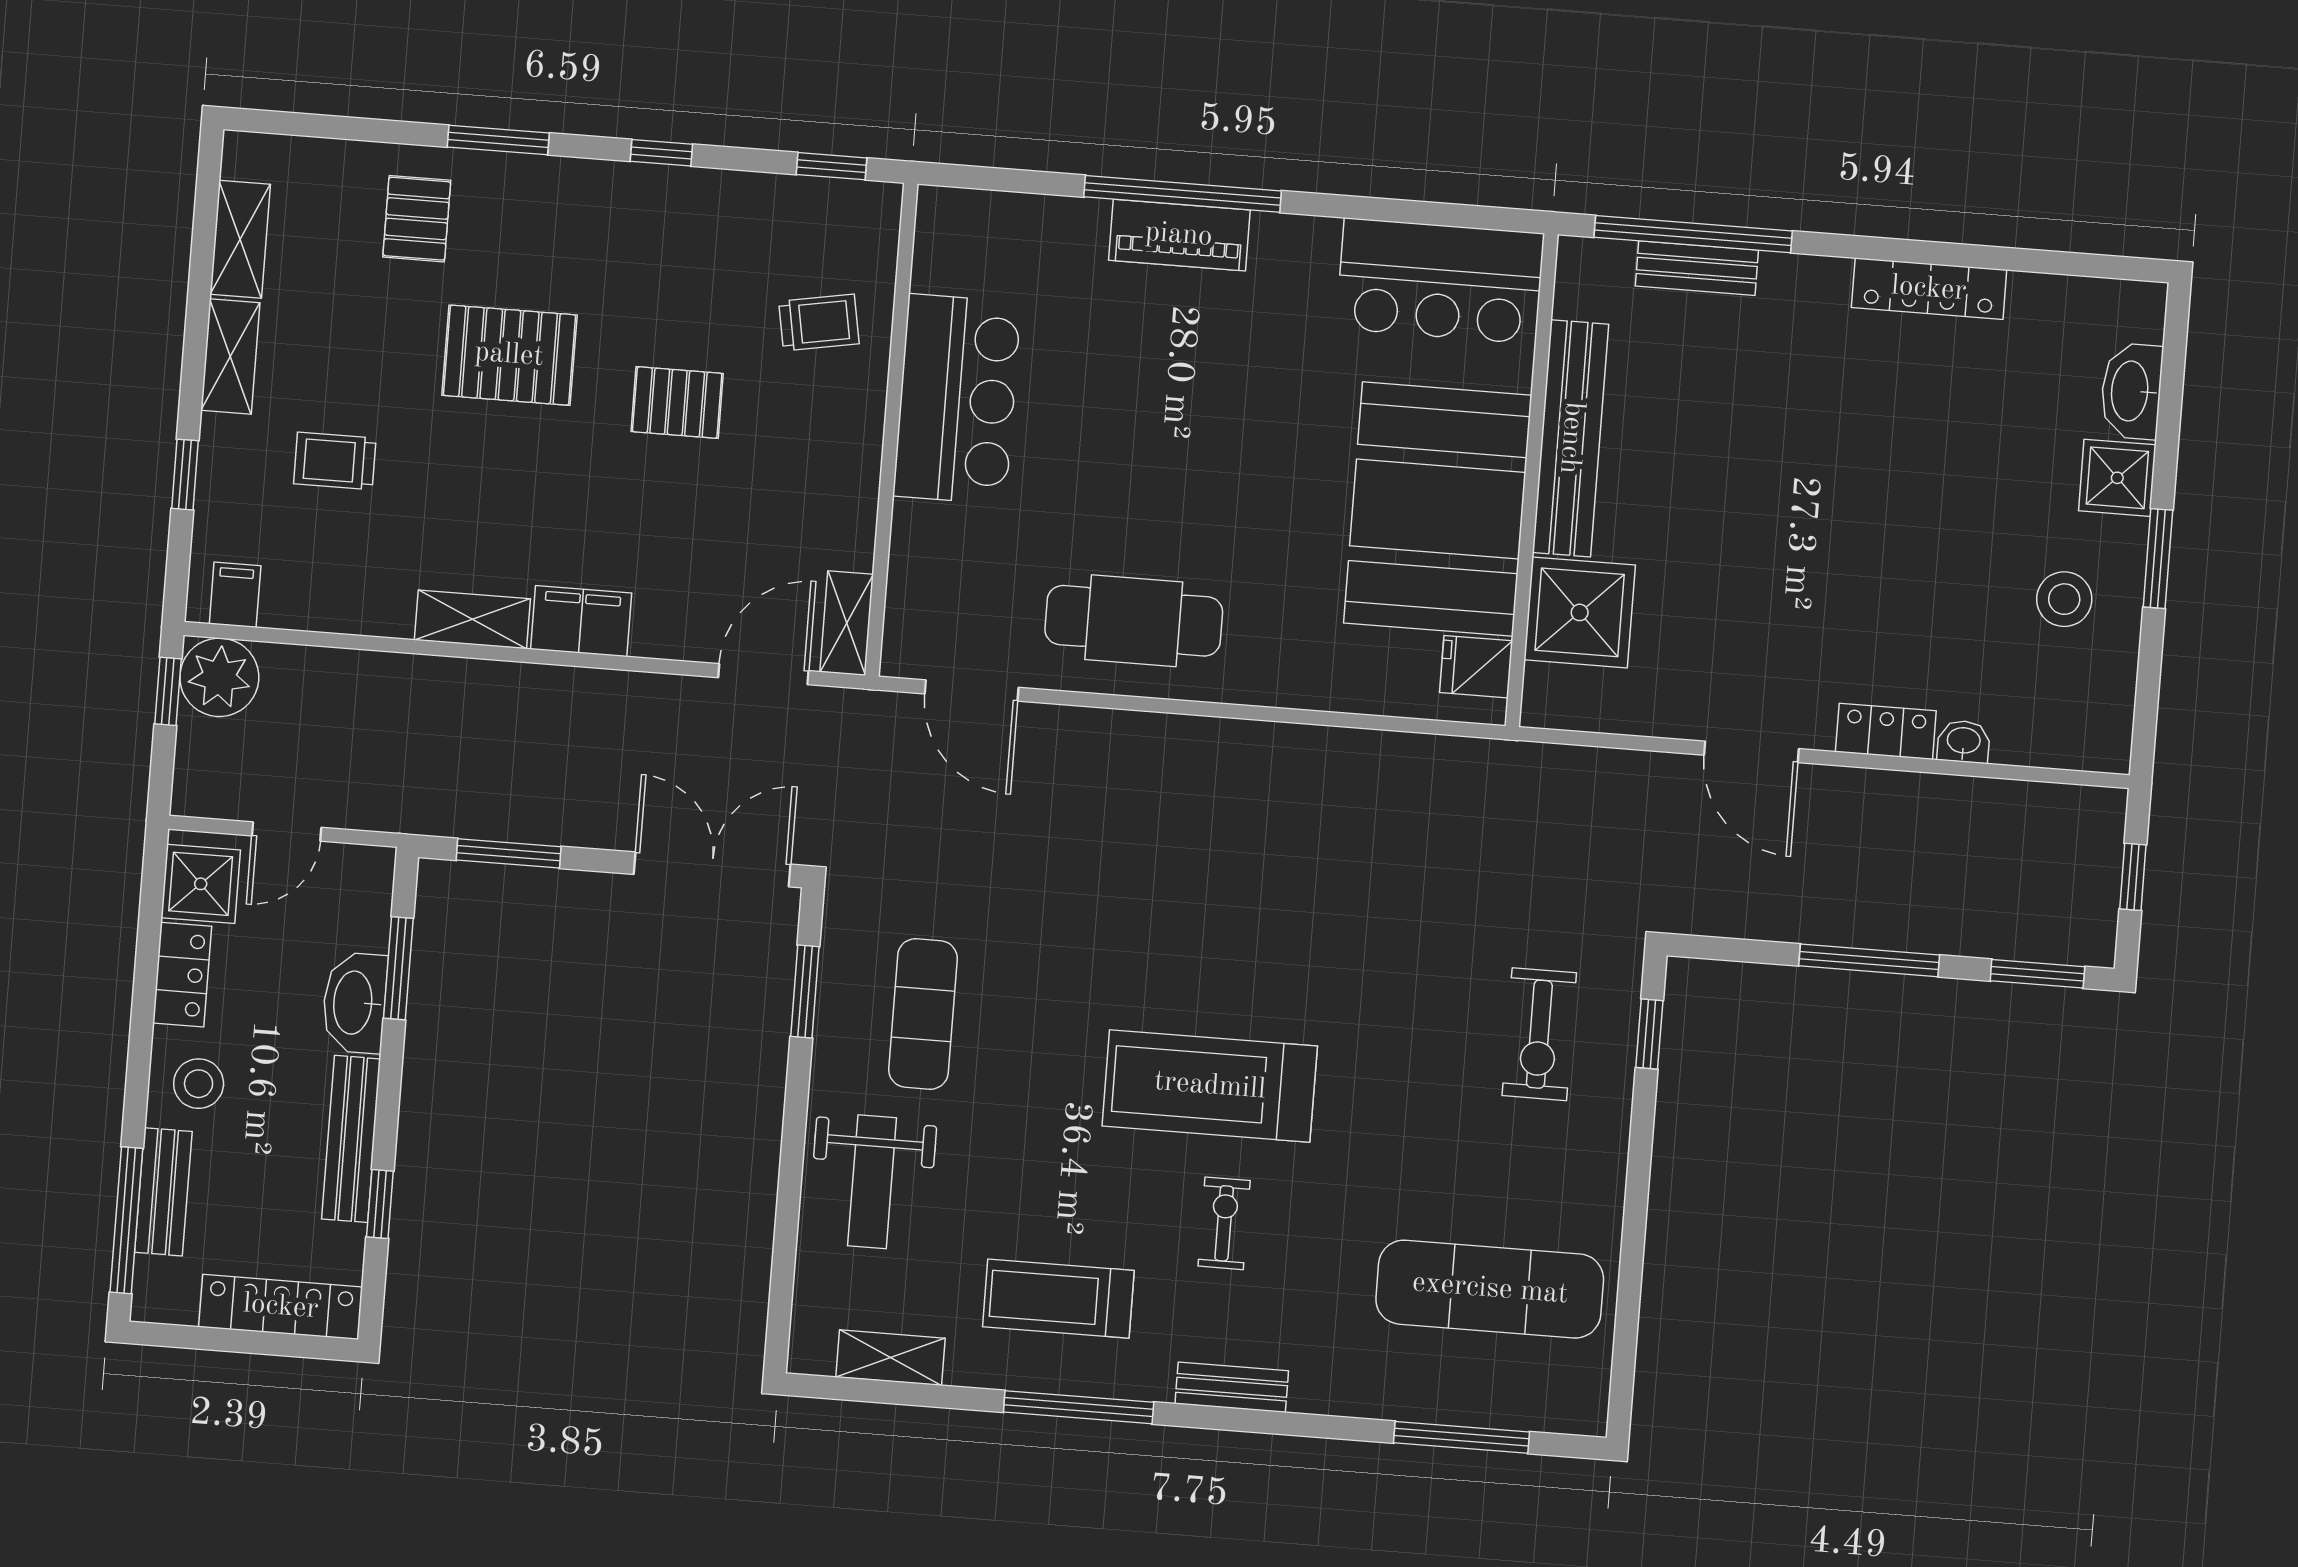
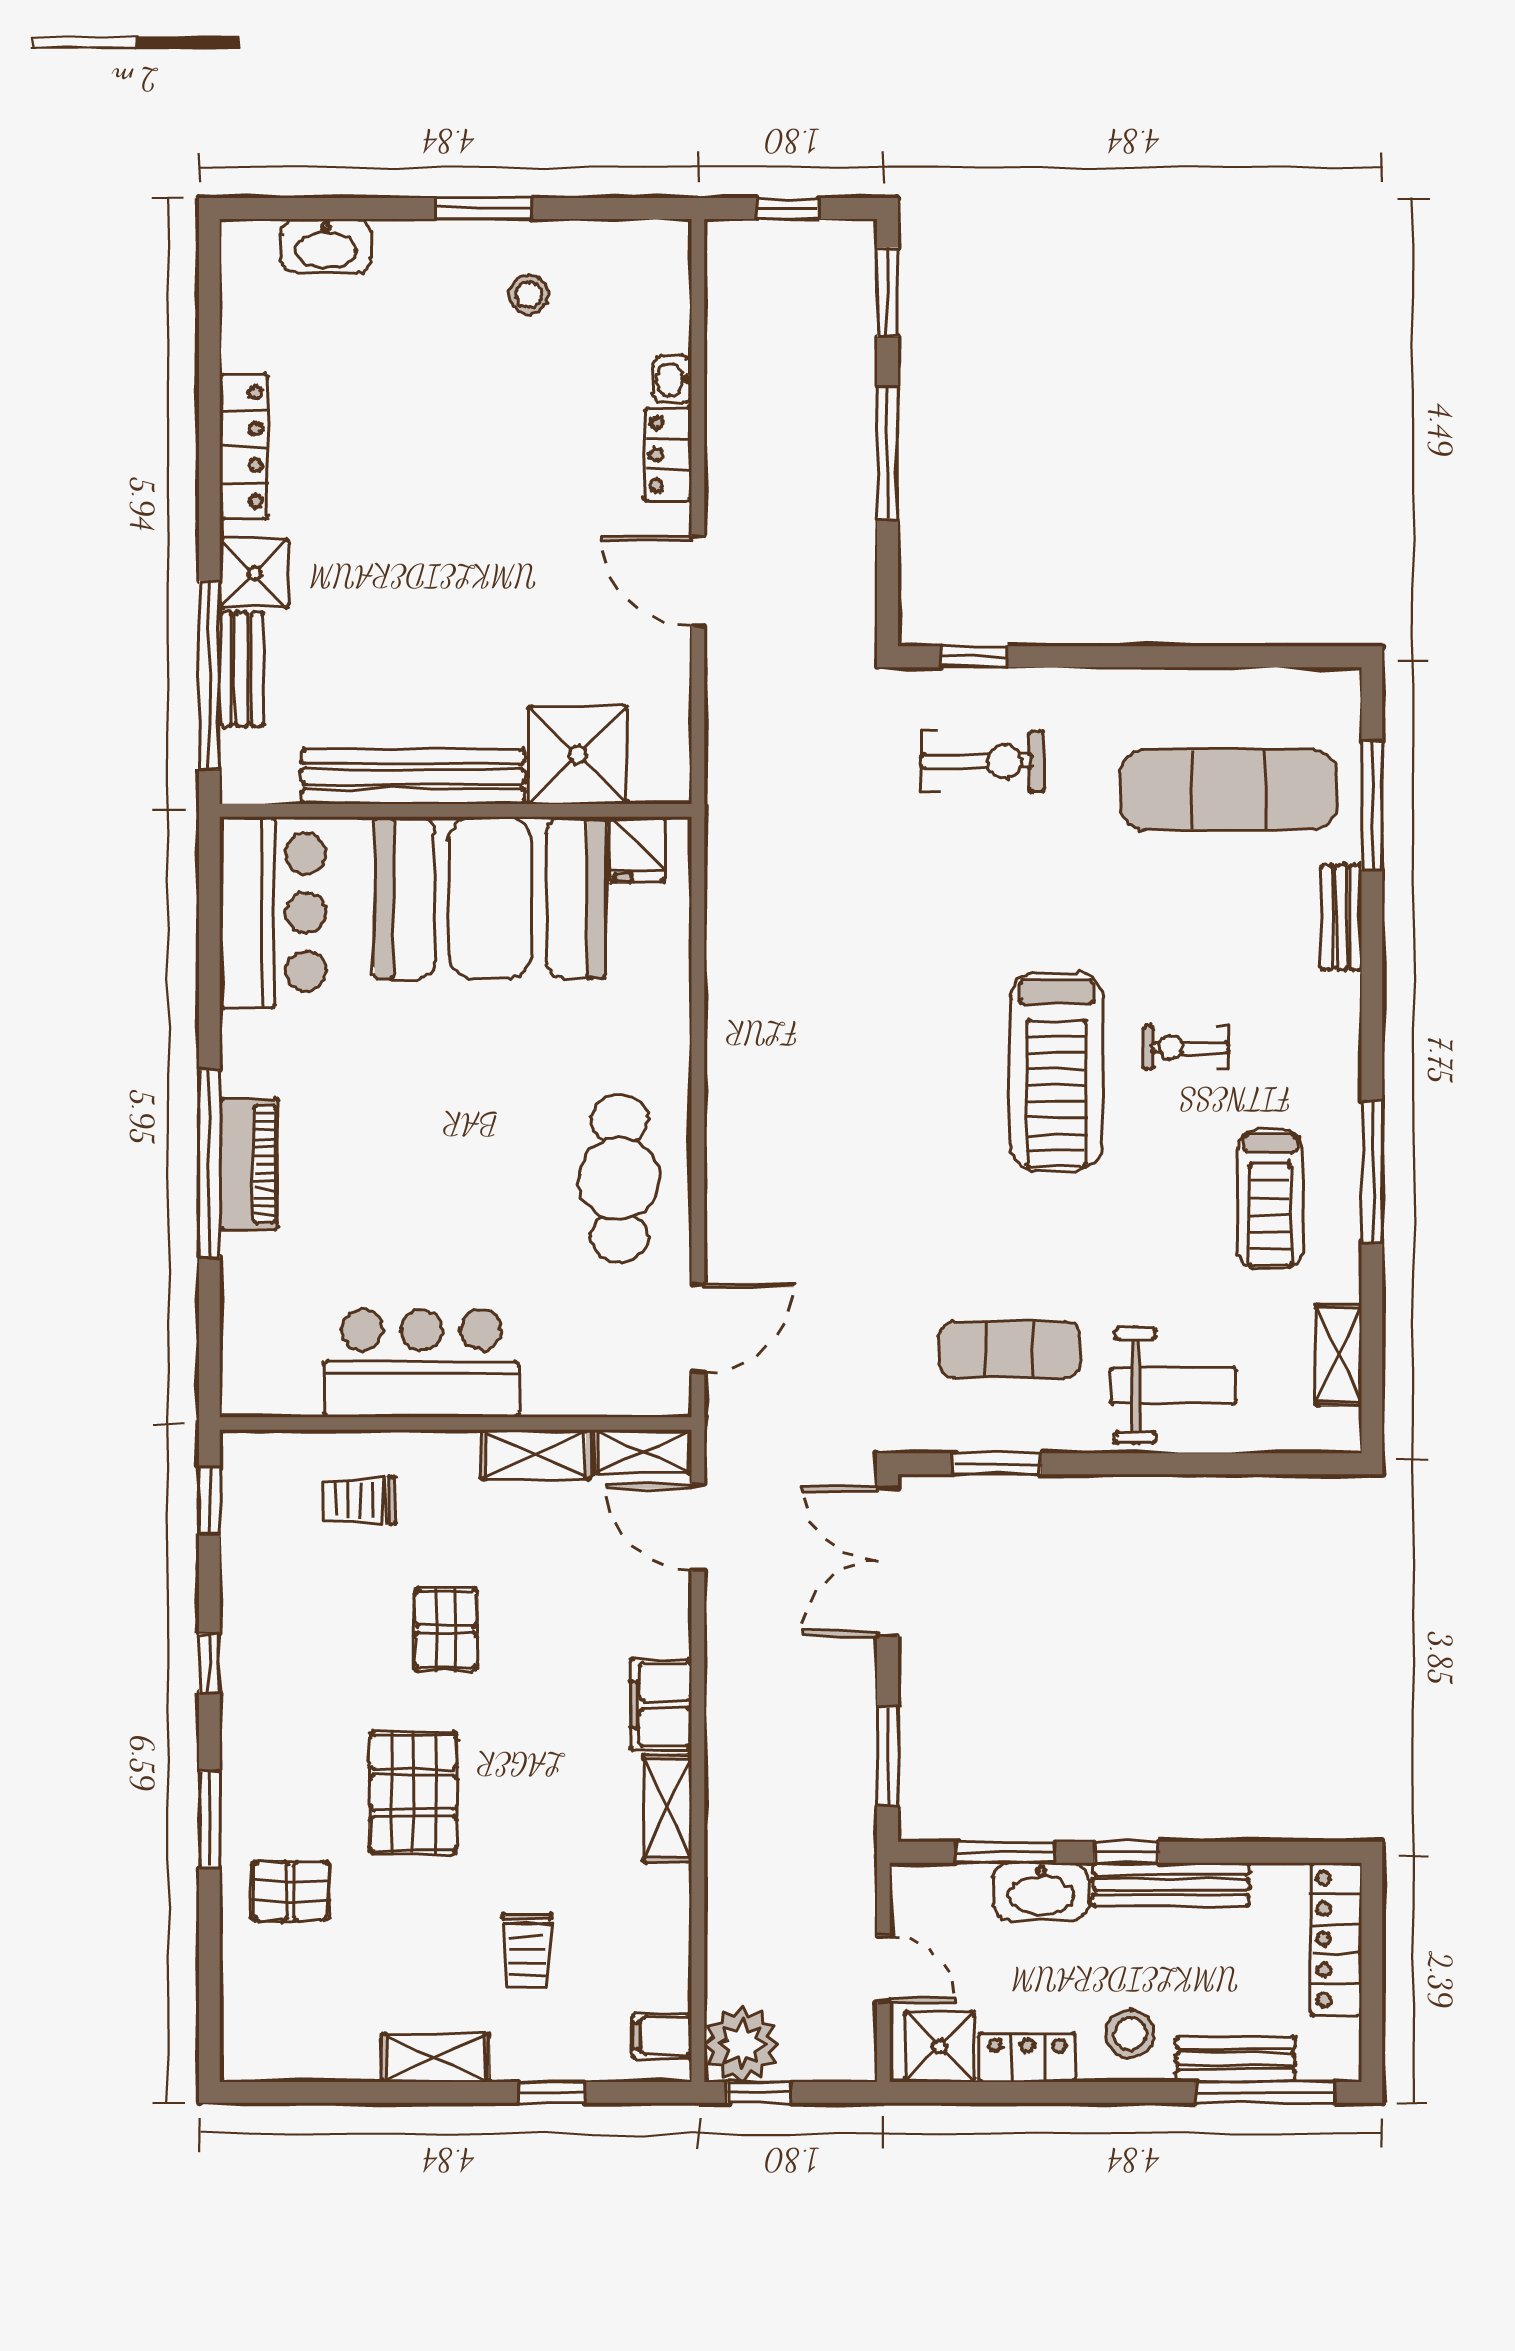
shelving: (240, 239) -> (536, 1454), moved
trolley: (819, 322) -> (359, 1501), turned -80
shower: (2117, 478) -> (254, 573), moved
stool: (2064, 599) -> (529, 295), width x0.73, depth x0.73
door: (1751, 752) -> (698, 581), swing flipped
window: (380, 1204) -> (1127, 1852), moved
exercise mat: (1490, 1289) -> (1229, 790), turned 90
bench: (1232, 1387) -> (1341, 917), moved

